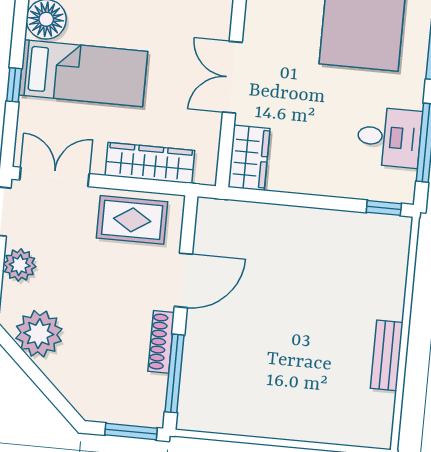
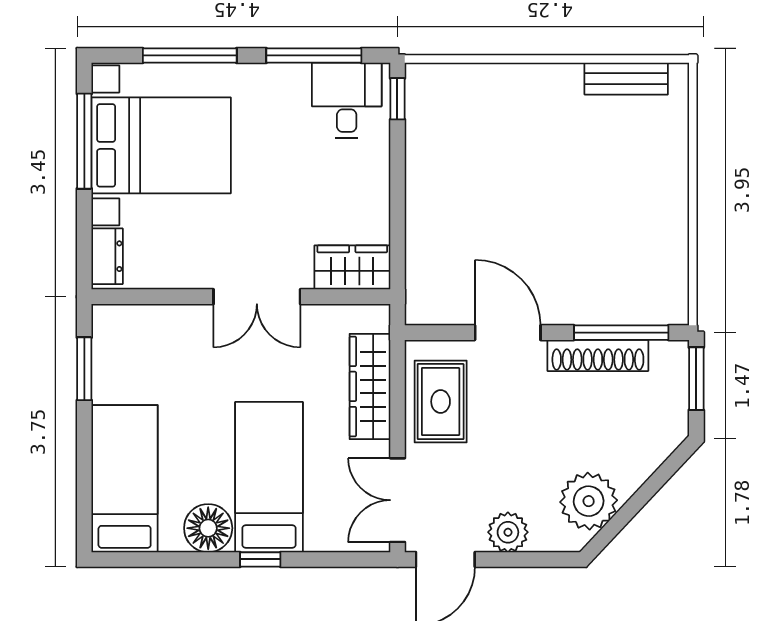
window: (14, 85) -> (260, 559), moved
desk: (389, 137) -> (347, 100), moved
shoe rack: (161, 342) -> (598, 355), width x1.36, depth x1.24
bench: (387, 355) -> (626, 79), moved

